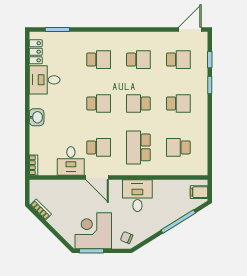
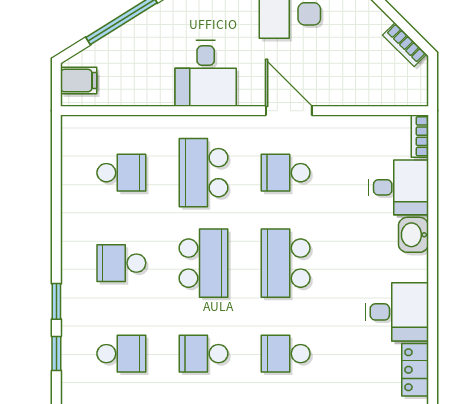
school desk: (178, 60) -> (121, 354), turned 180
school desk: (99, 103) -> (286, 263), width x1.85
school desk: (138, 103) -> (203, 263), width x1.85
school desk: (138, 147) -> (203, 173), turned 180
desk: (71, 161) -> (399, 187), moved, turned 90

